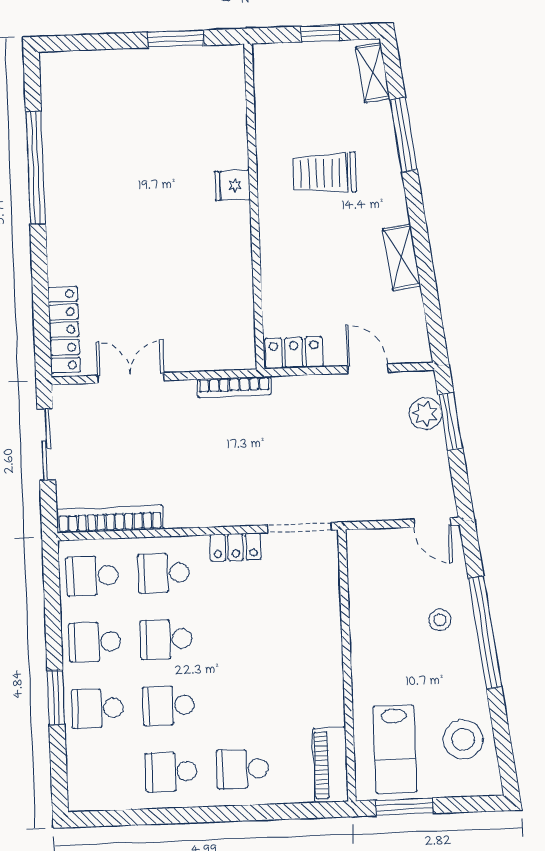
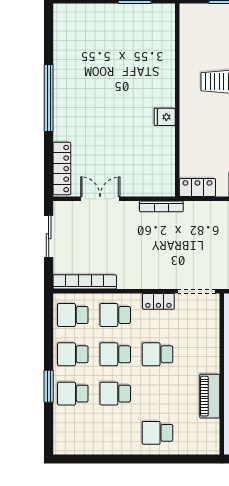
window: (36, 168) -> (49, 98), moved
fridge: (232, 186) -> (165, 117), moved
piano: (330, 765) -> (210, 396), moved
school desk: (171, 772) -> (158, 354), moved

